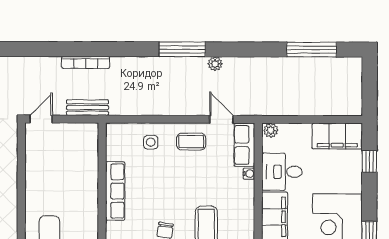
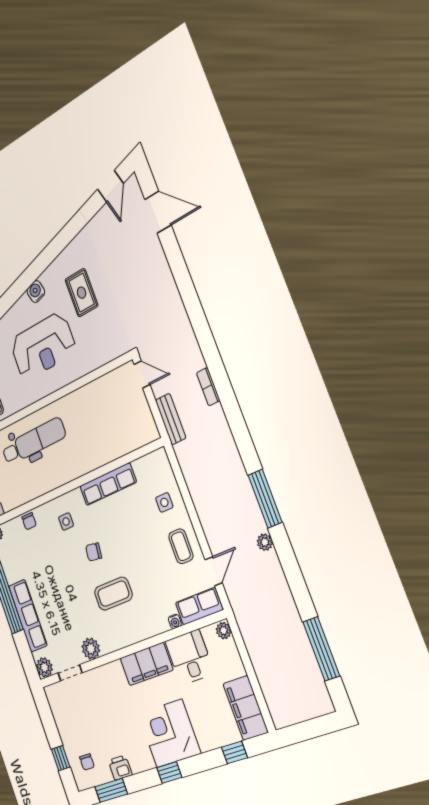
bookcase: (86, 62) -> (208, 387), width x0.64

